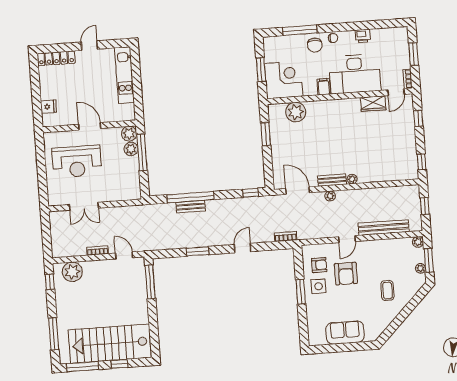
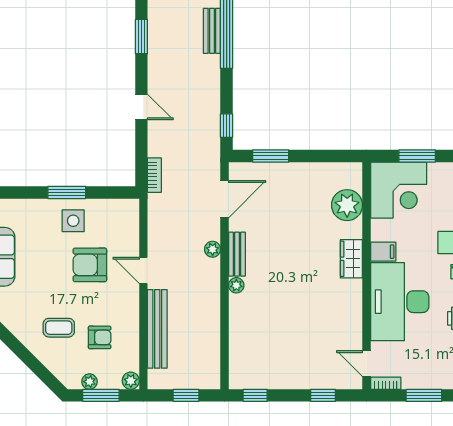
wardrobe: (373, 104) -> (351, 259), moved
window: (266, 134) -> (271, 156), moved
armchair: (319, 265) -> (100, 337), moved, turned -90

